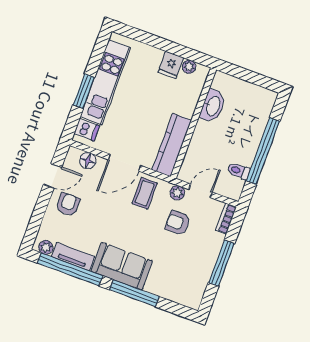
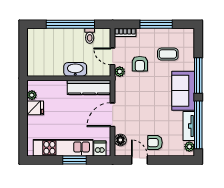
washbasin: (213, 106) -> (75, 69), moved
door: (124, 163) -> (113, 115), swing flipped
coffee table: (145, 193) -> (168, 54), moved

